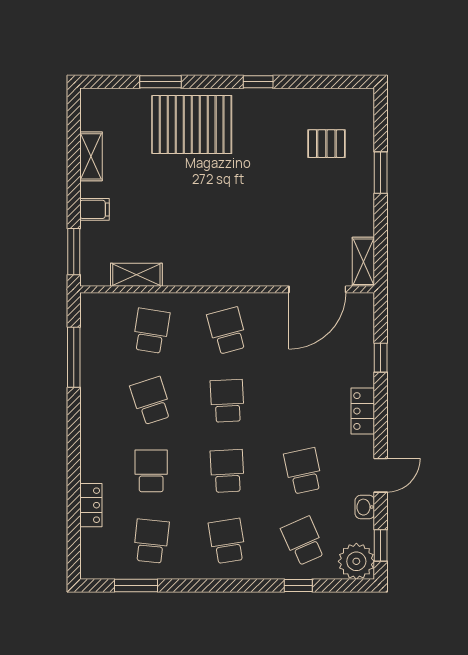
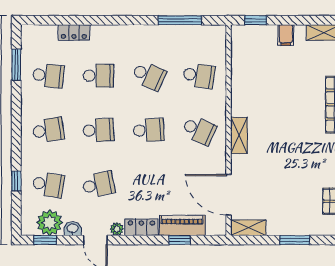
window: (381, 173) -> (295, 240), moved
window: (74, 252) -> (256, 20), width x0.67
shelving: (136, 275) -> (239, 135), moved
school desk: (227, 331) -> (199, 130), turned 39
piano: (360, 354) -> (182, 225), added
school desk: (151, 401) -> (149, 76), turned 42
plant: (365, 445) -> (117, 229), added
school desk: (303, 541) -> (48, 185), turned 33
plant: (356, 561) -> (50, 223), moved

